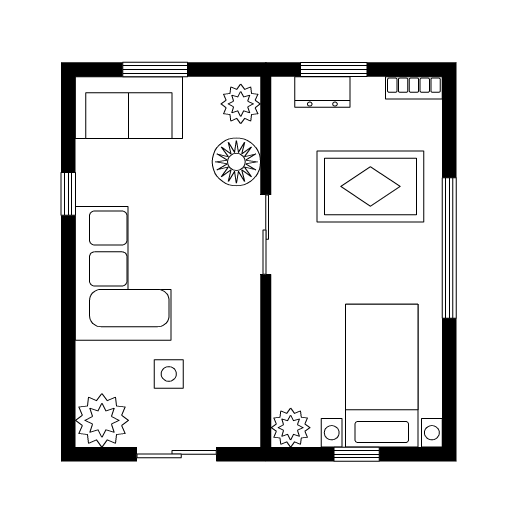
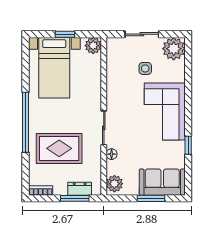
floor lamp: (236, 162) -> (112, 154), width x0.53, depth x0.53

